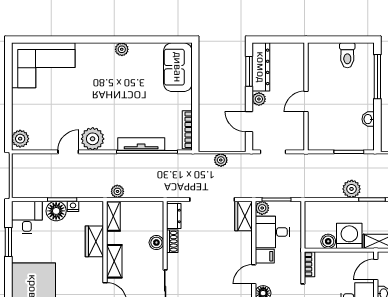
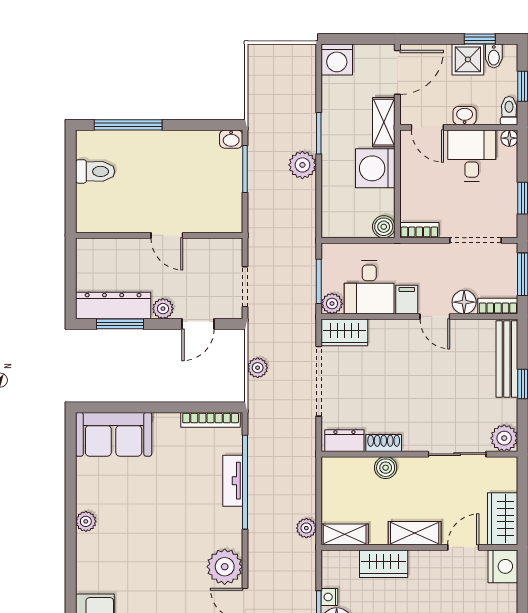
washbasin: (368, 119) -> (231, 139), moved
tv unit: (141, 144) -> (233, 481), width x0.71
boiler: (328, 241) -> (384, 227), moved

